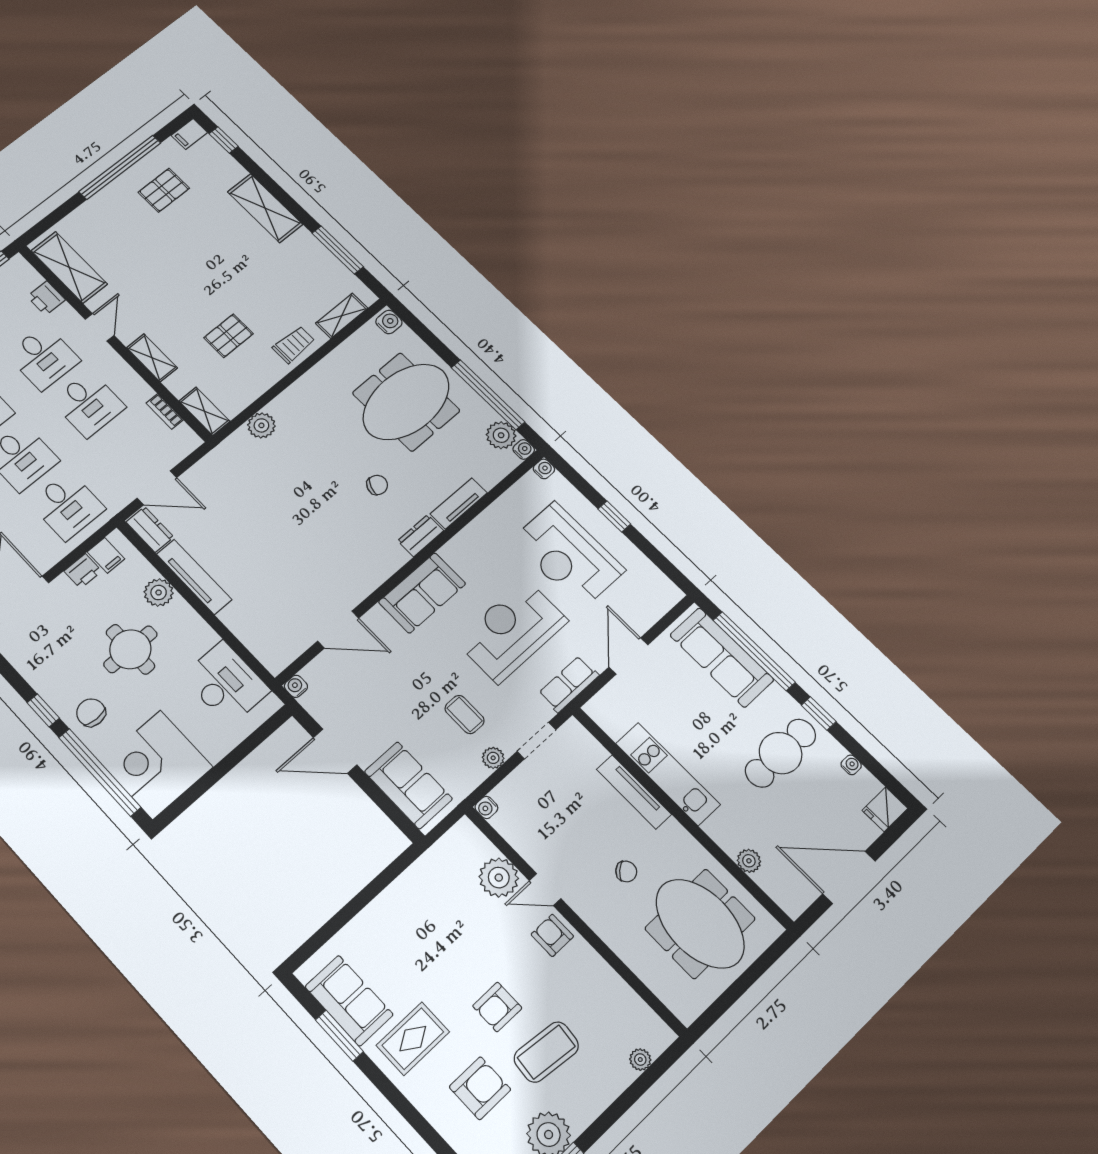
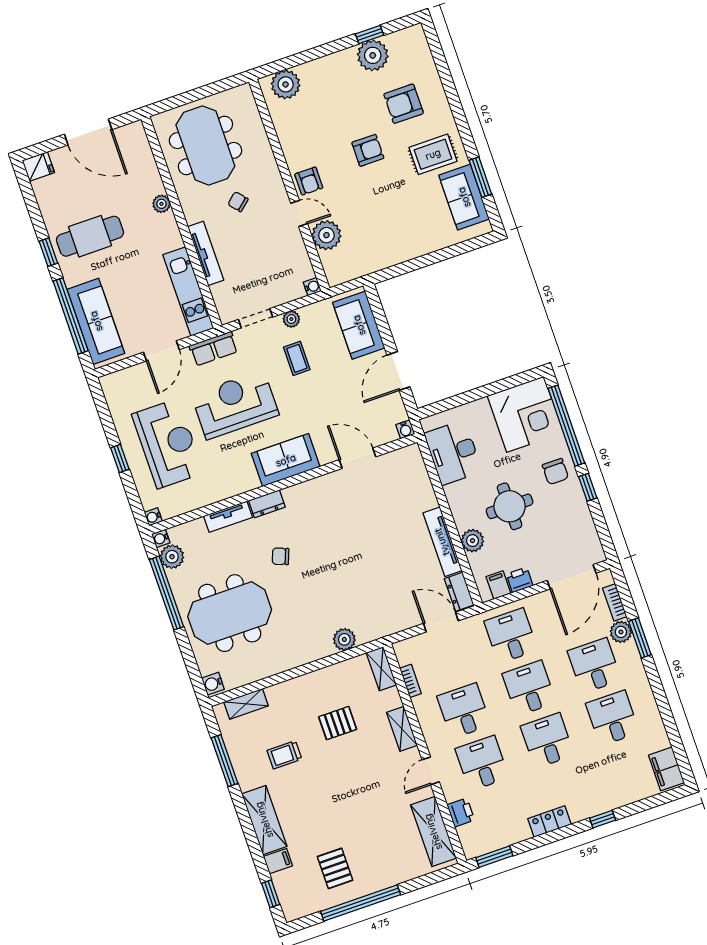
filing cabinet: (189, 134) -> (278, 861), moved
pallet: (164, 190) -> (335, 868), turned 90
trolley: (294, 345) -> (284, 755), moved
reception desk: (512, 631) -> (235, 405), turned 180
door: (335, 751) -> (398, 371), swing flipped
water cooler: (851, 765) -> (45, 207), removed
kitchen unit: (668, 774) -> (188, 292), moved
plant: (749, 861) -> (161, 204), moved
coffee table: (546, 1052) -> (349, 108), removed
plant: (640, 1060) -> (286, 84), width x1.88, depth x1.88

